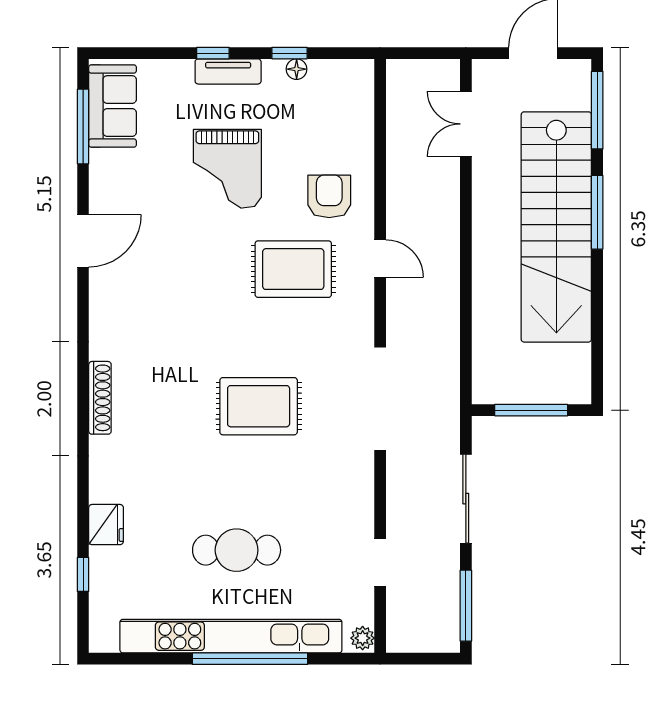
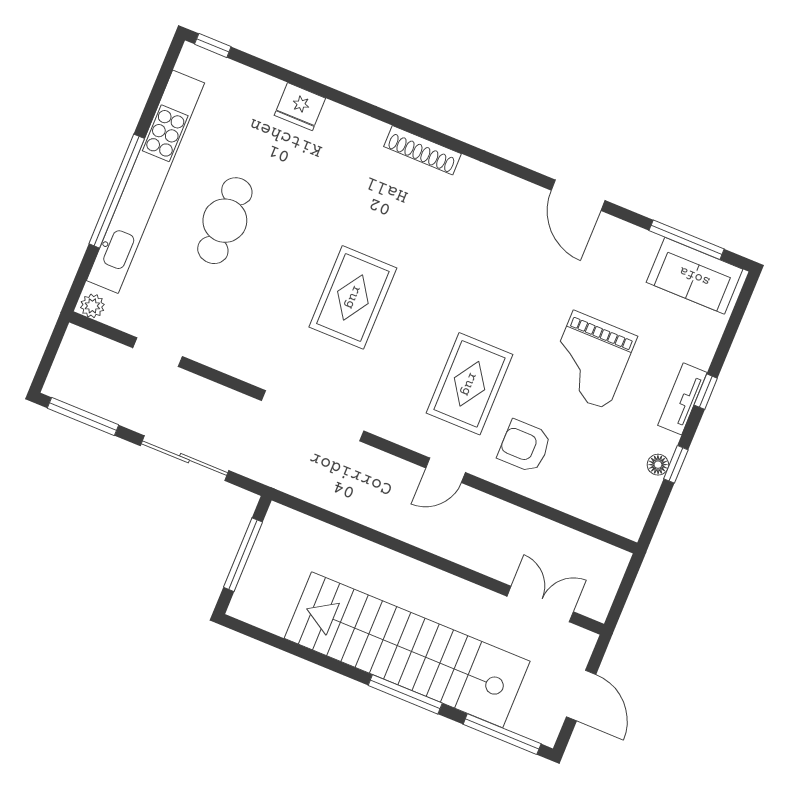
grand piano: (227, 169) -> (590, 360), turned -90
armchair: (329, 196) -> (525, 446), turned 180
window: (83, 574) -> (213, 45), moved

